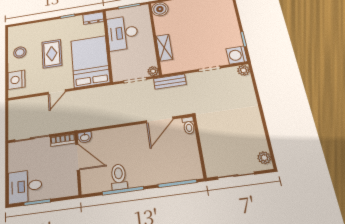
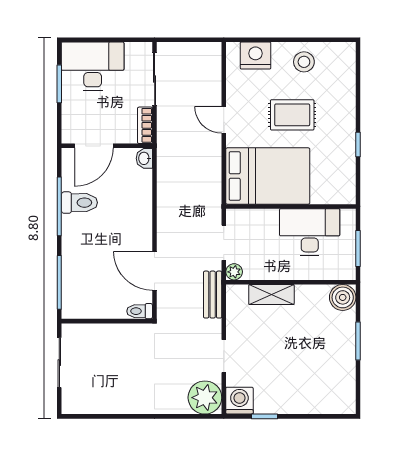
dresser: (93, 18) -> (346, 187), removed
plant: (244, 70) -> (205, 398), width x1.87, depth x1.87
door: (78, 157) -> (94, 146), moved
plant: (264, 158) -> (78, 405), removed
desk: (25, 186) -> (93, 66), width x1.37

